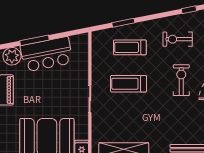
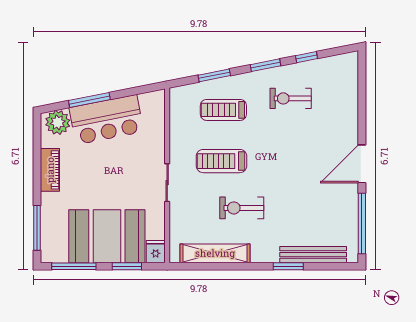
window: (160, 16) -> (265, 65), added
exercise bike: (181, 80) -> (242, 208), moved, turned -90

